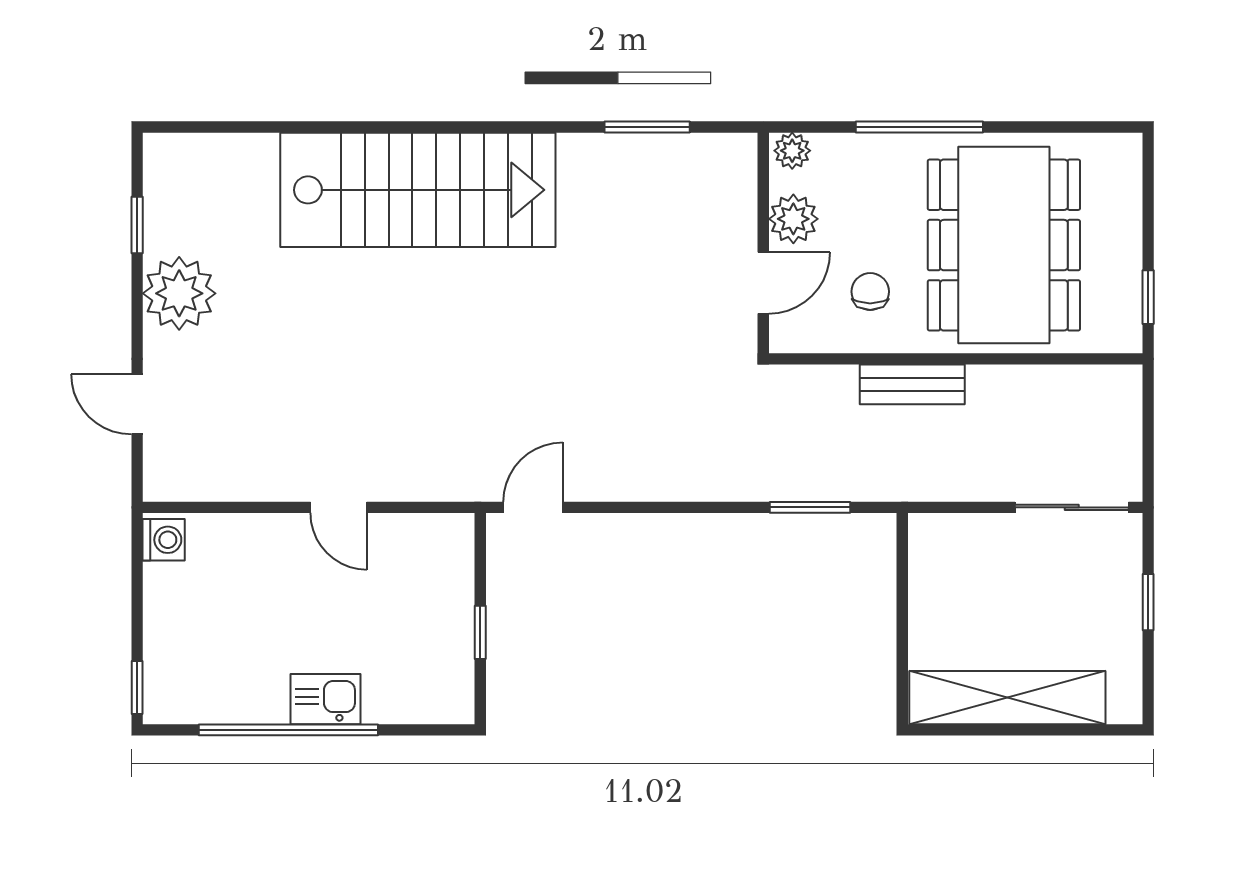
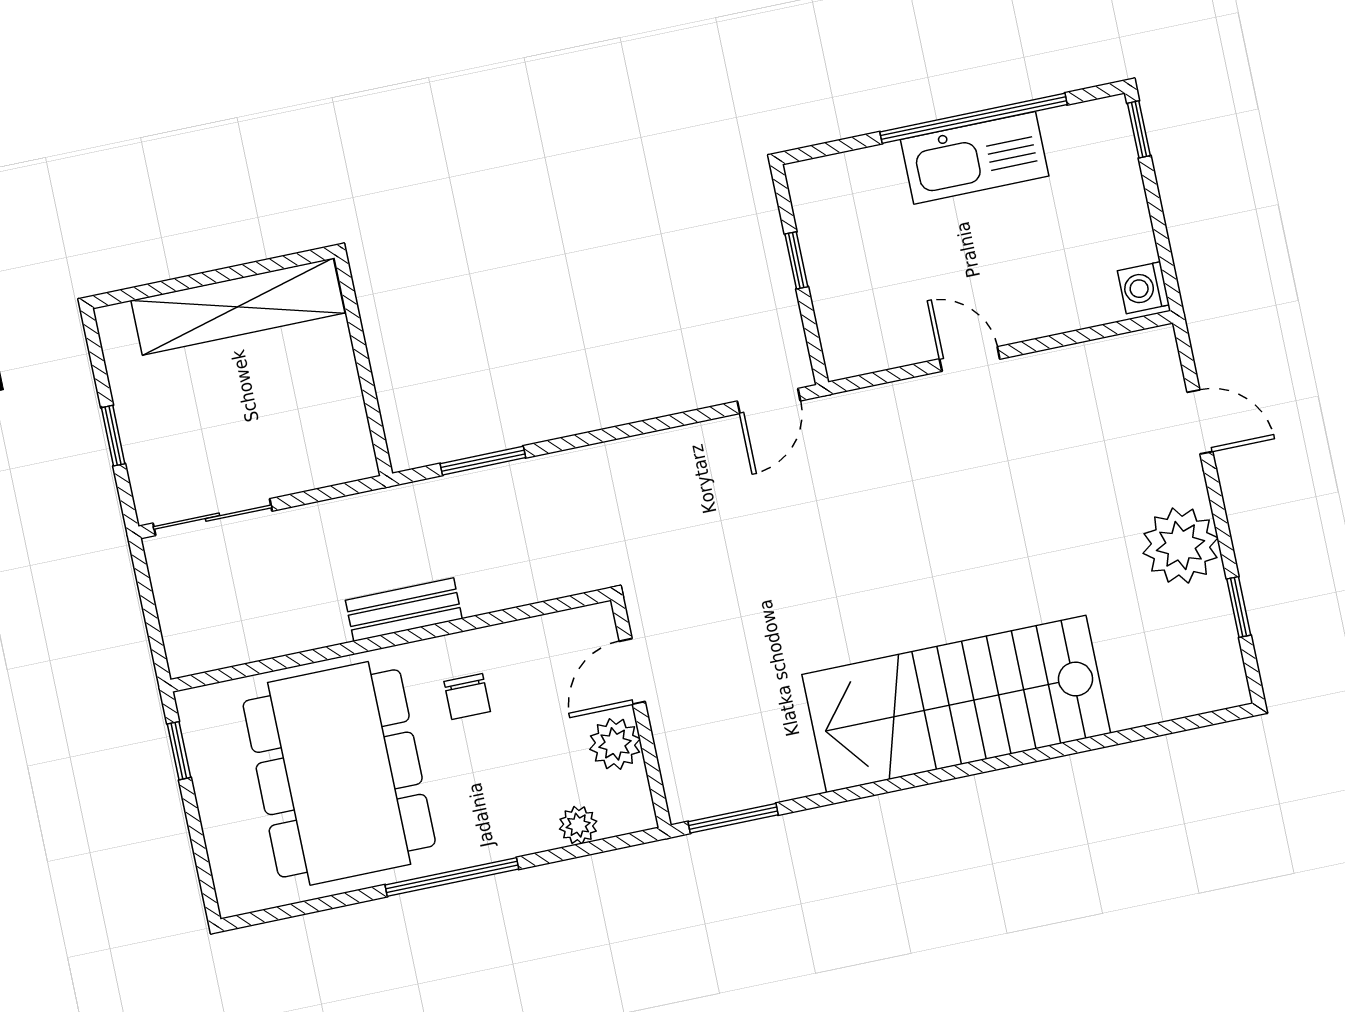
plant: (793, 219) -> (615, 744), moved
wall: (763, 243) -> (641, 713), moved
door: (763, 283) -> (632, 671), moved
kitchen sink: (325, 699) -> (975, 158), width x1.87, depth x1.24

